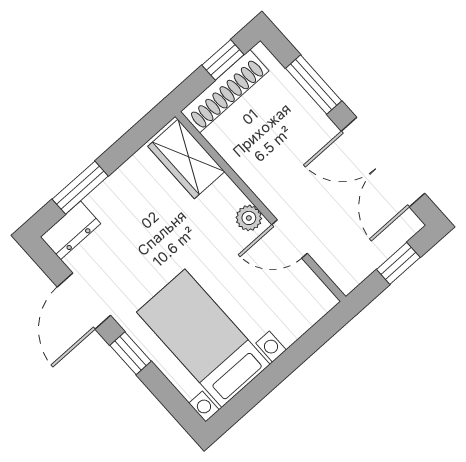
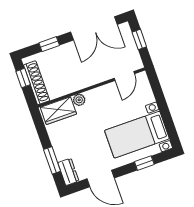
window: (314, 85) -> (49, 44), width x0.67
plant: (249, 218) -> (79, 100), moved
door: (290, 239) -> (124, 76), moved
window: (130, 353) -> (144, 163), moved

